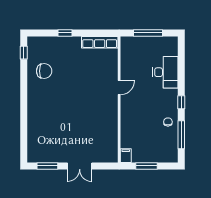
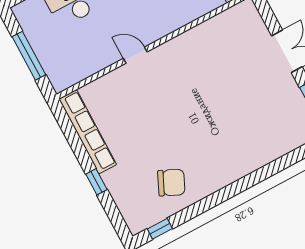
row of seats: (100, 42) -> (88, 132), width x1.36
chair: (44, 71) -> (171, 183), turned 115

